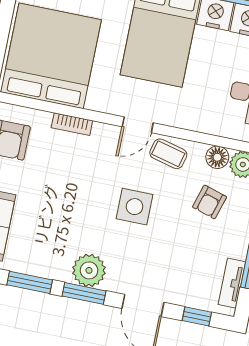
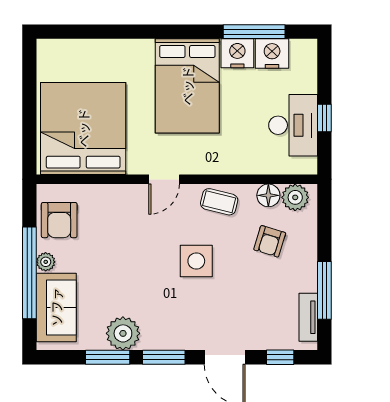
bookcase: (72, 124) -> (118, 192), removed
door: (138, 125) -> (164, 179), moved
plant: (89, 270) -> (123, 333), moved

